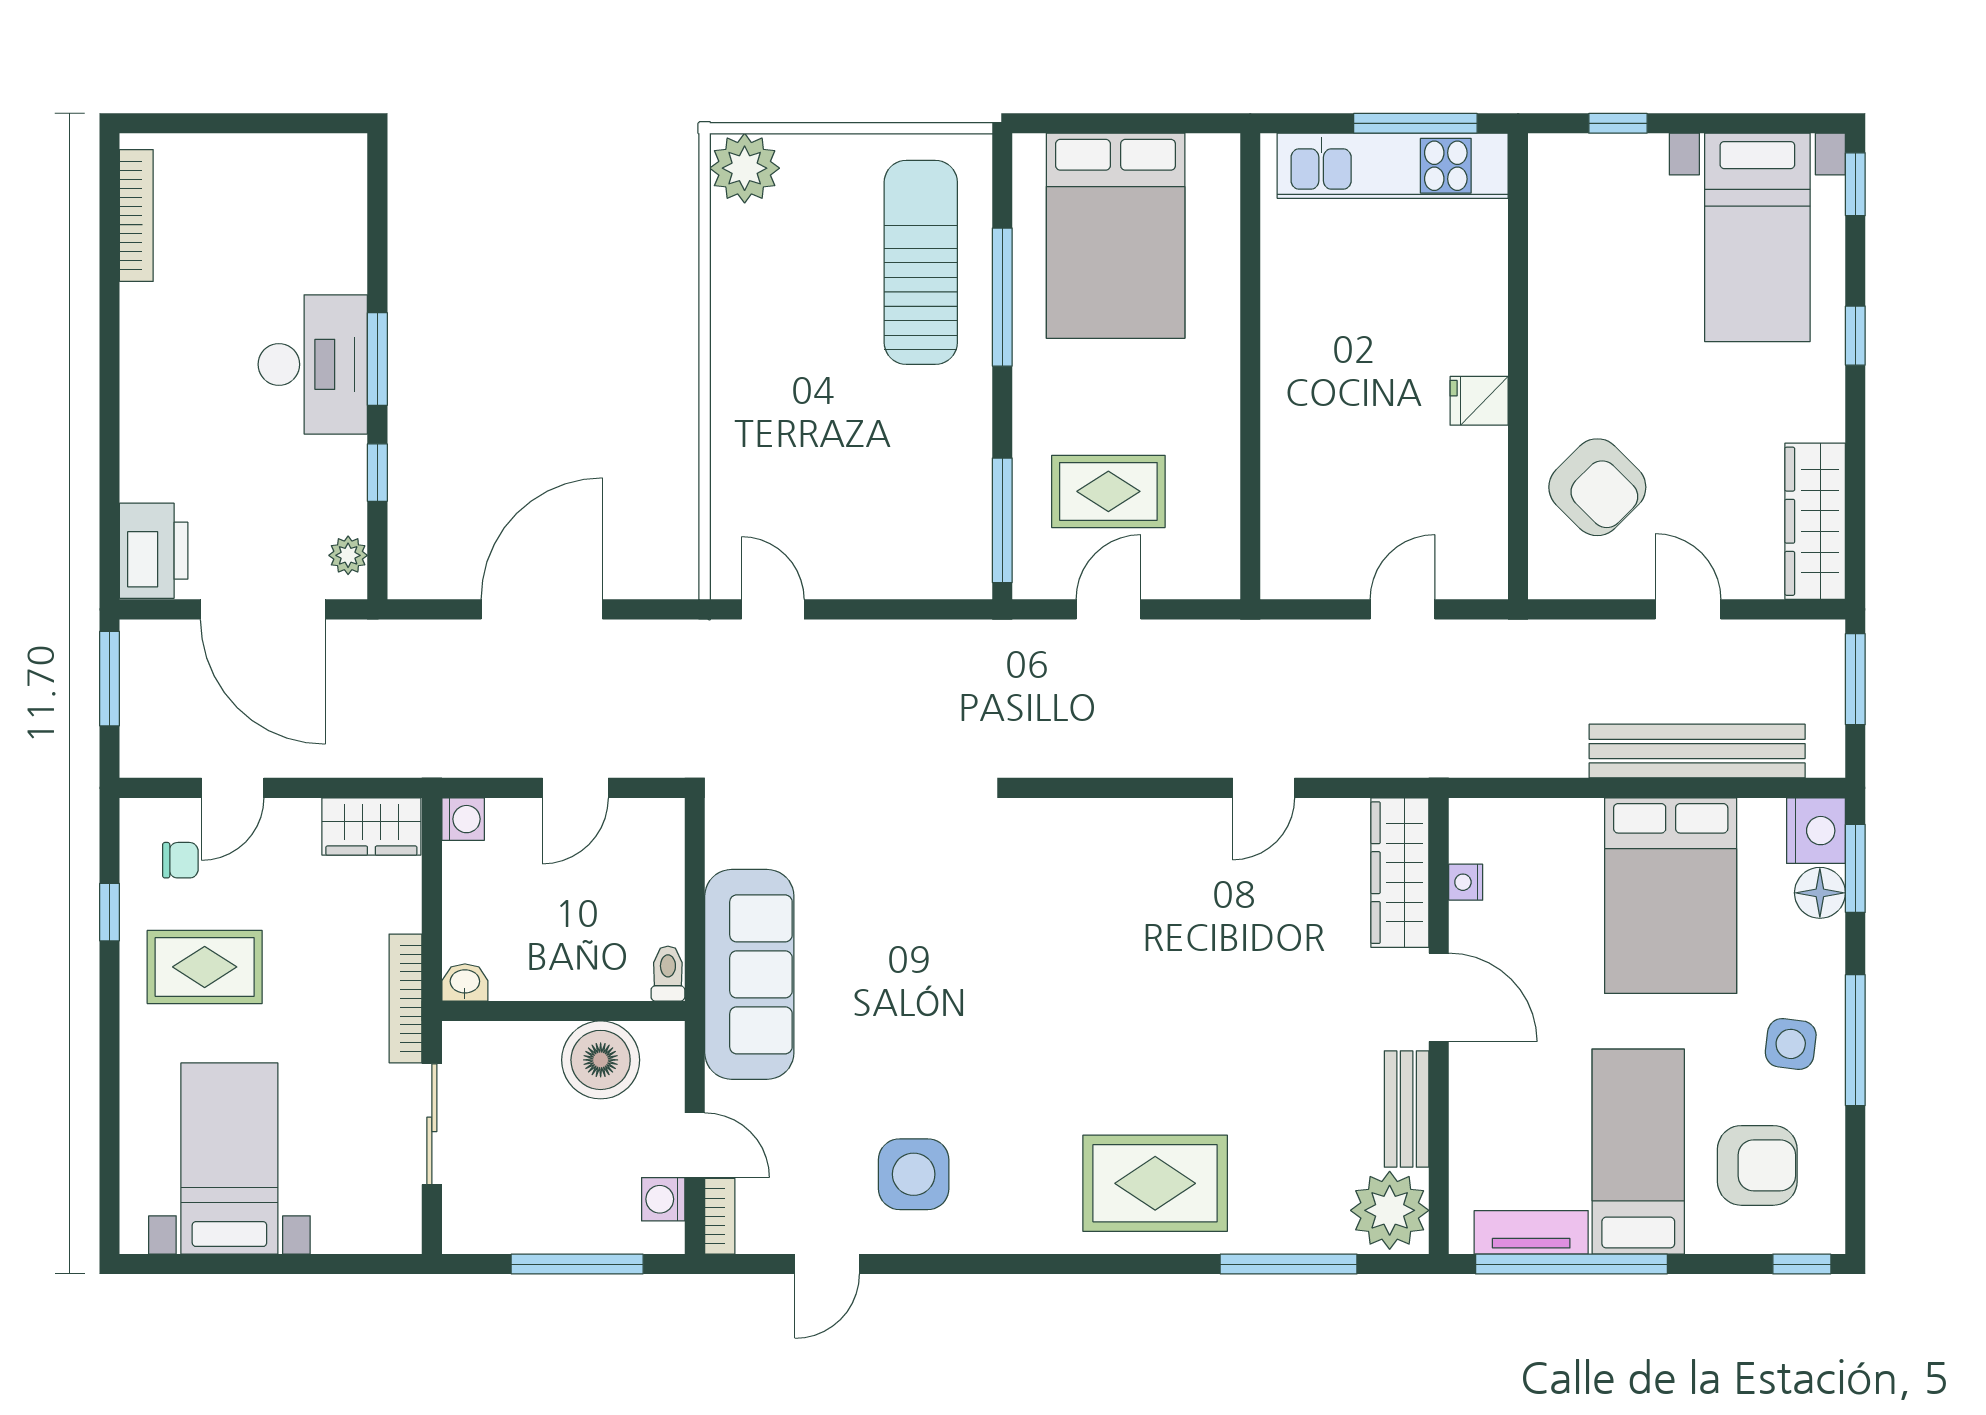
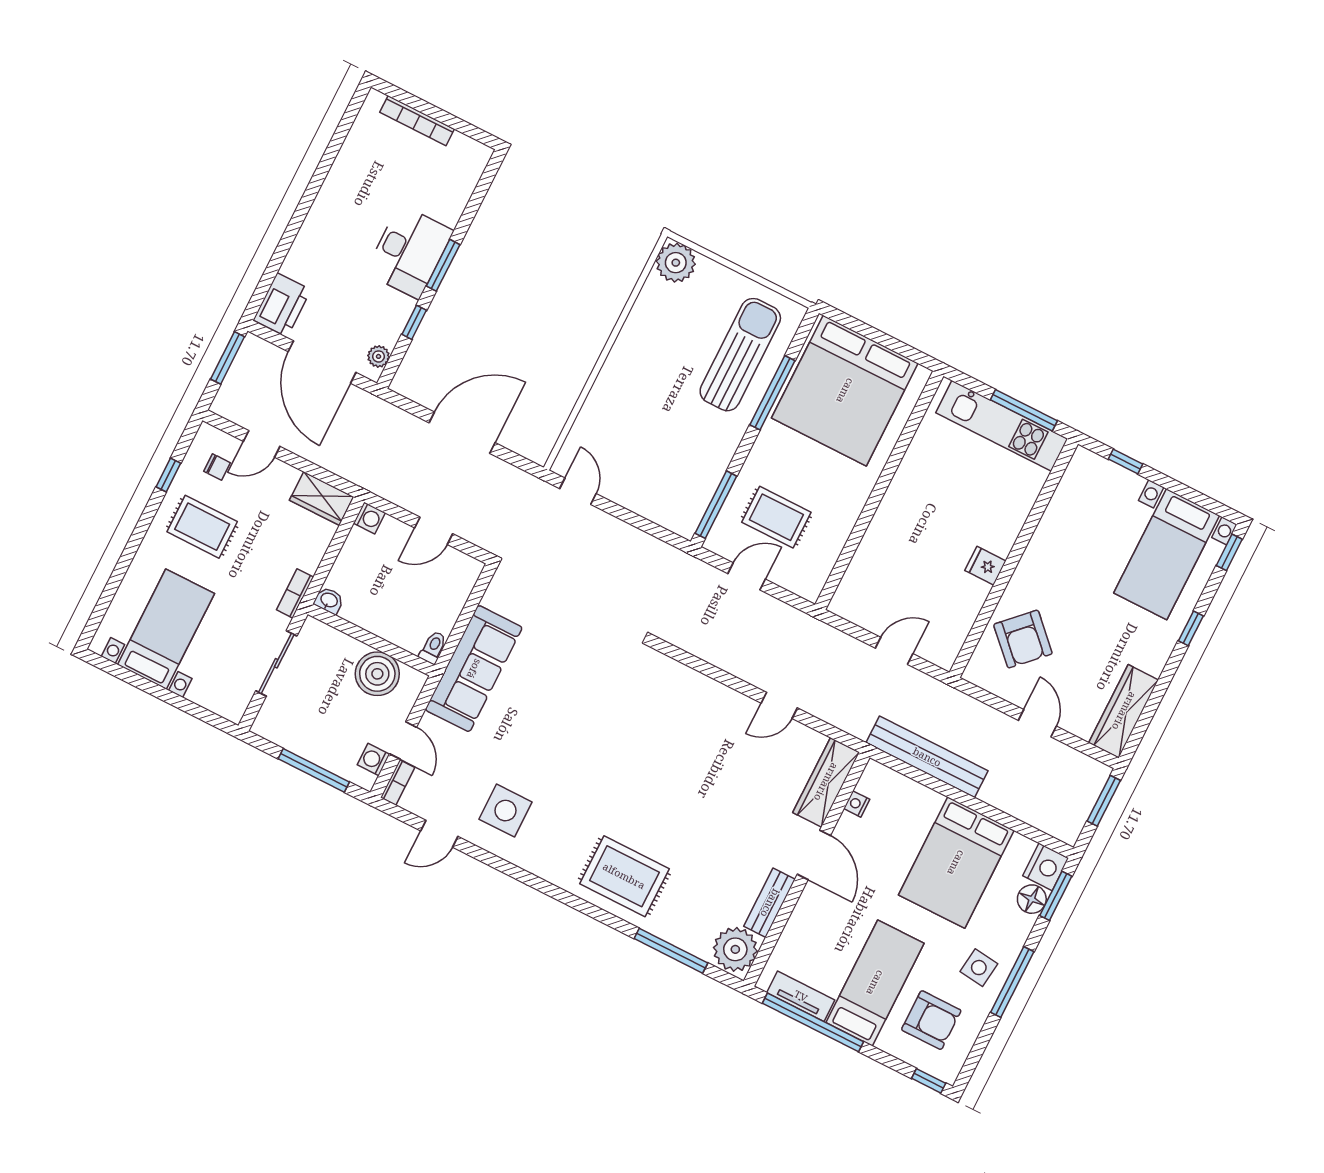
bookcase: (136, 216) -> (417, 121), moved, turned 90
bed: (1116, 236) -> (845, 391), width x1.36
bench: (1697, 751) -> (927, 757), moved
bookcase: (406, 998) -> (295, 593), width x0.64

